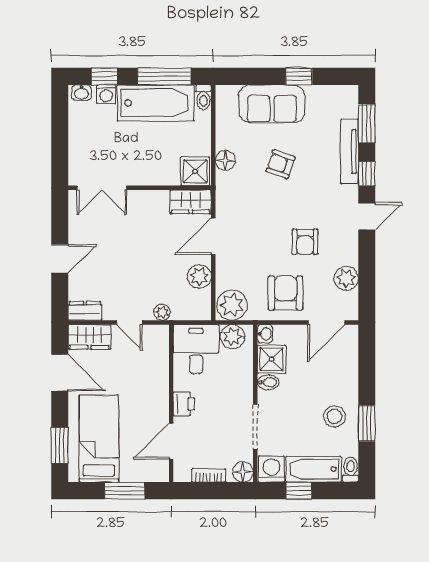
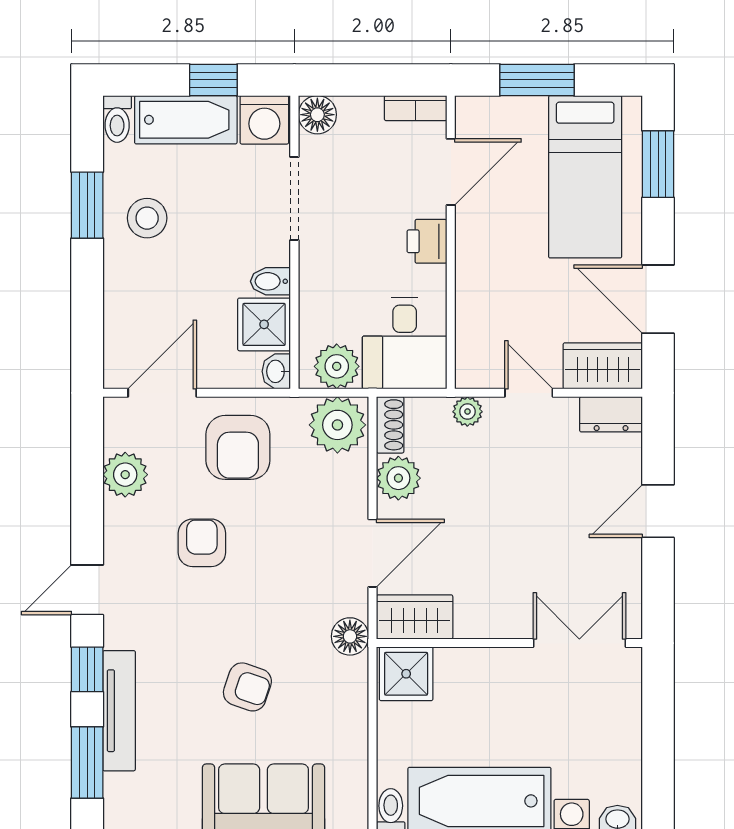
floor lamp: (225, 160) -> (350, 636), moved
shoe rack: (204, 305) -> (390, 425), added
bookcase: (209, 475) -> (416, 108), moved

